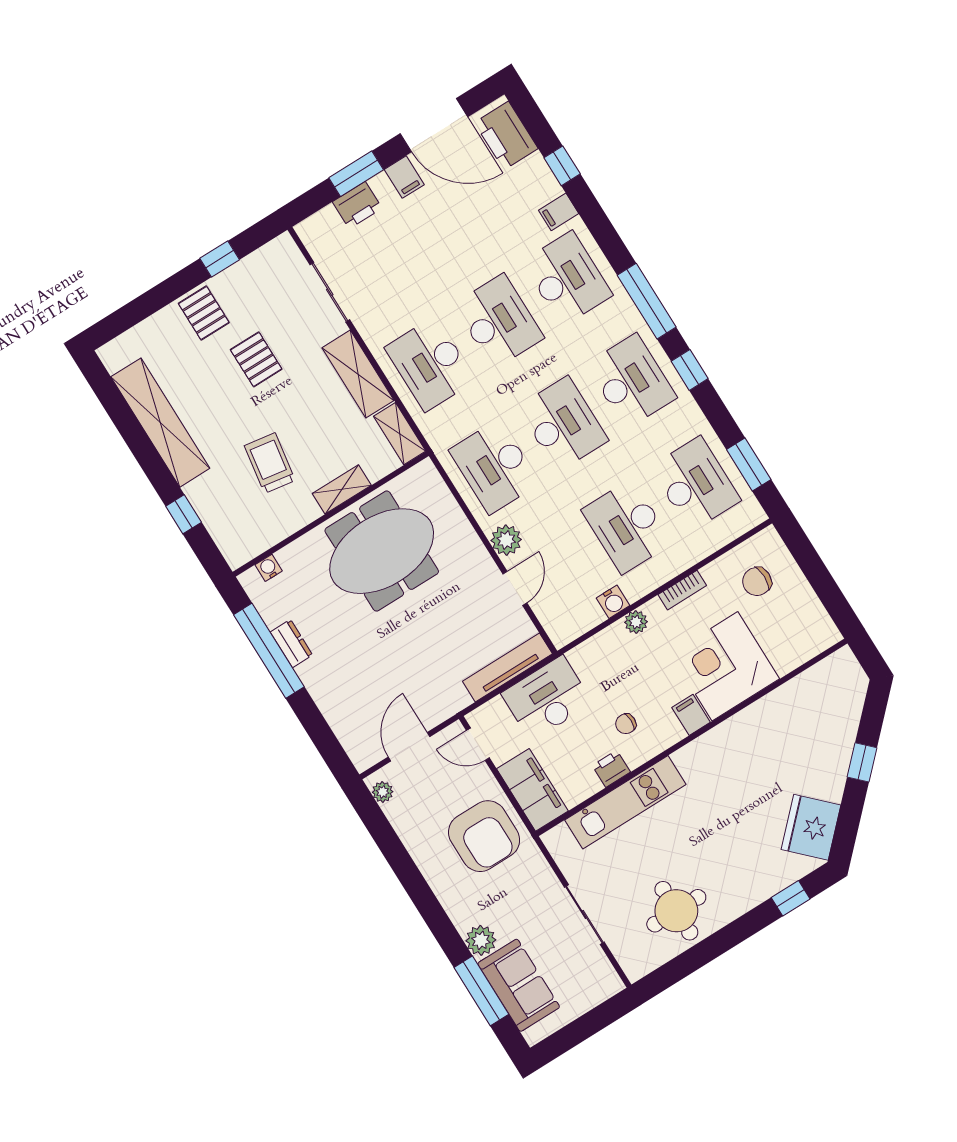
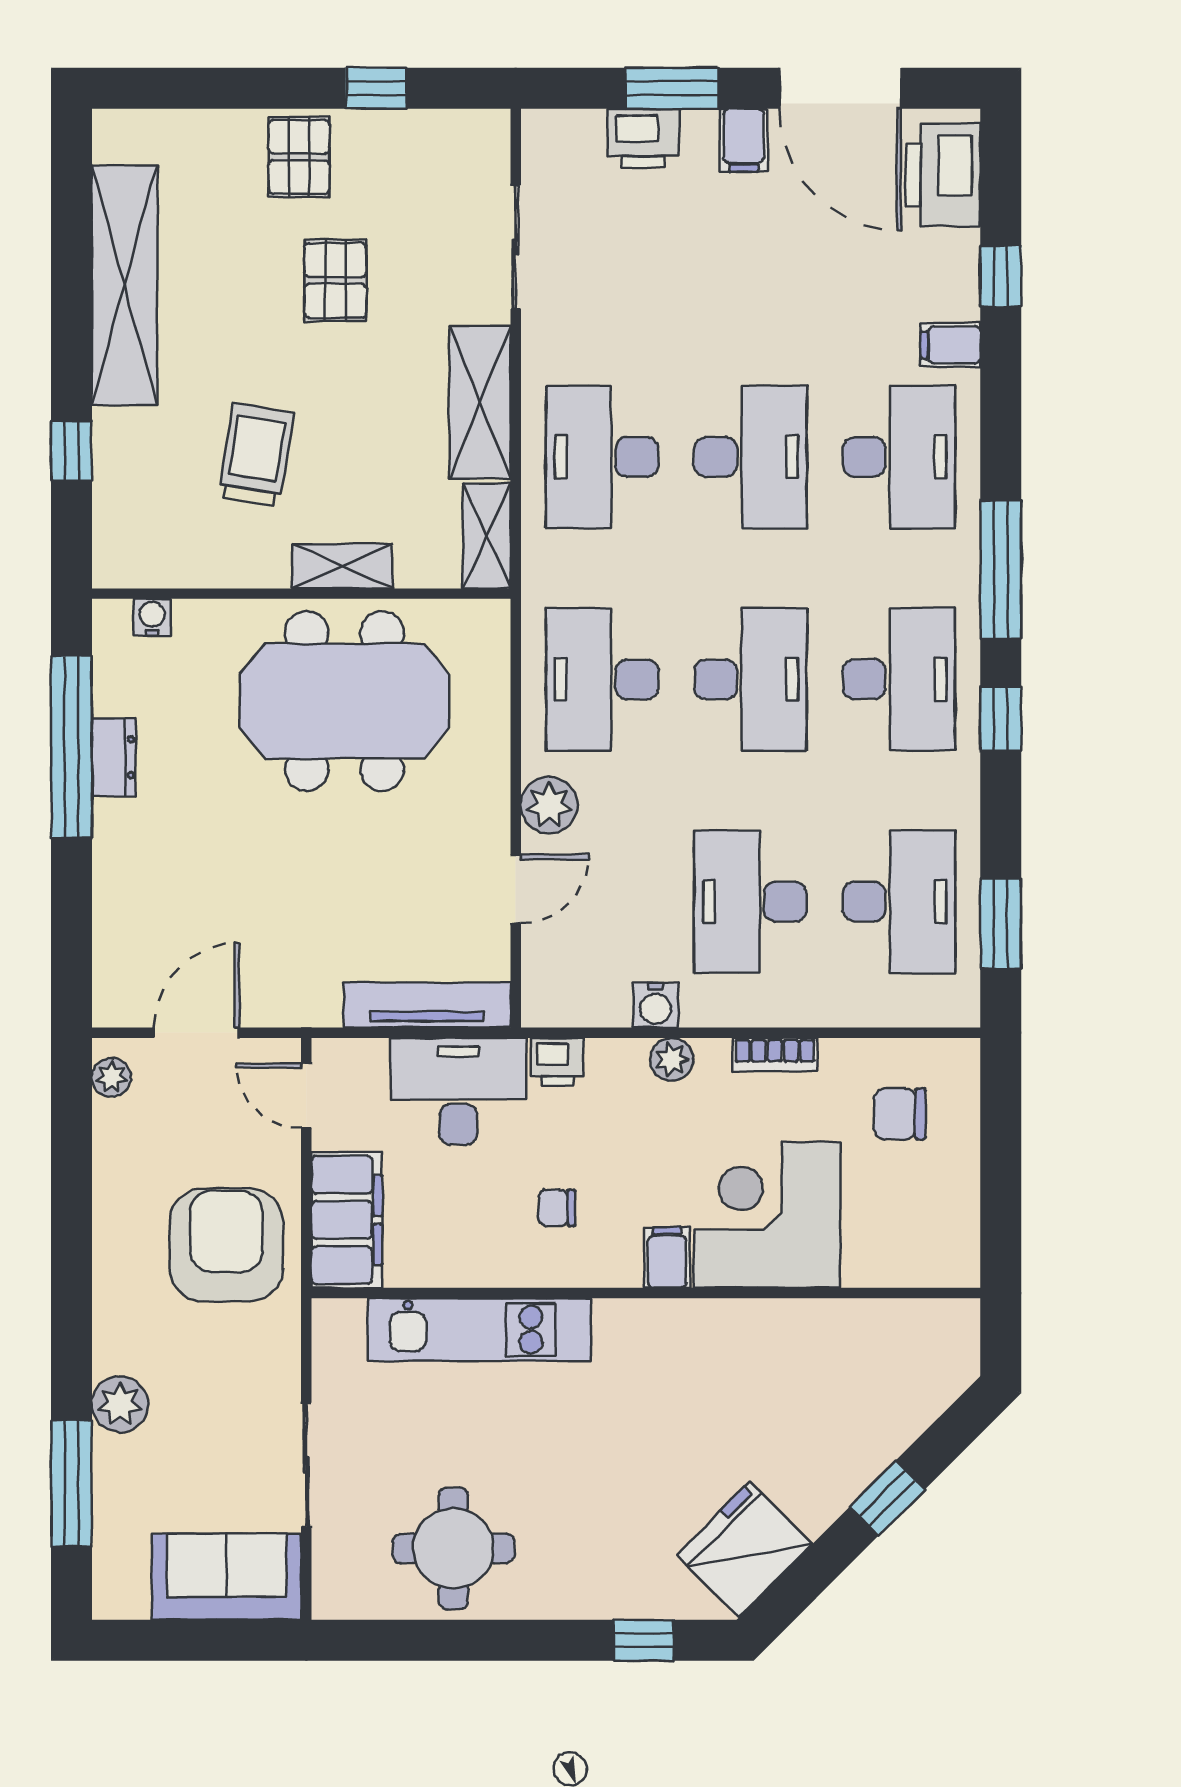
printer: (611, 769) -> (557, 1062), moved, turned 180
armchair: (484, 836) -> (226, 1245), turned 180
sofa: (519, 985) -> (227, 1577), moved, turned -90

